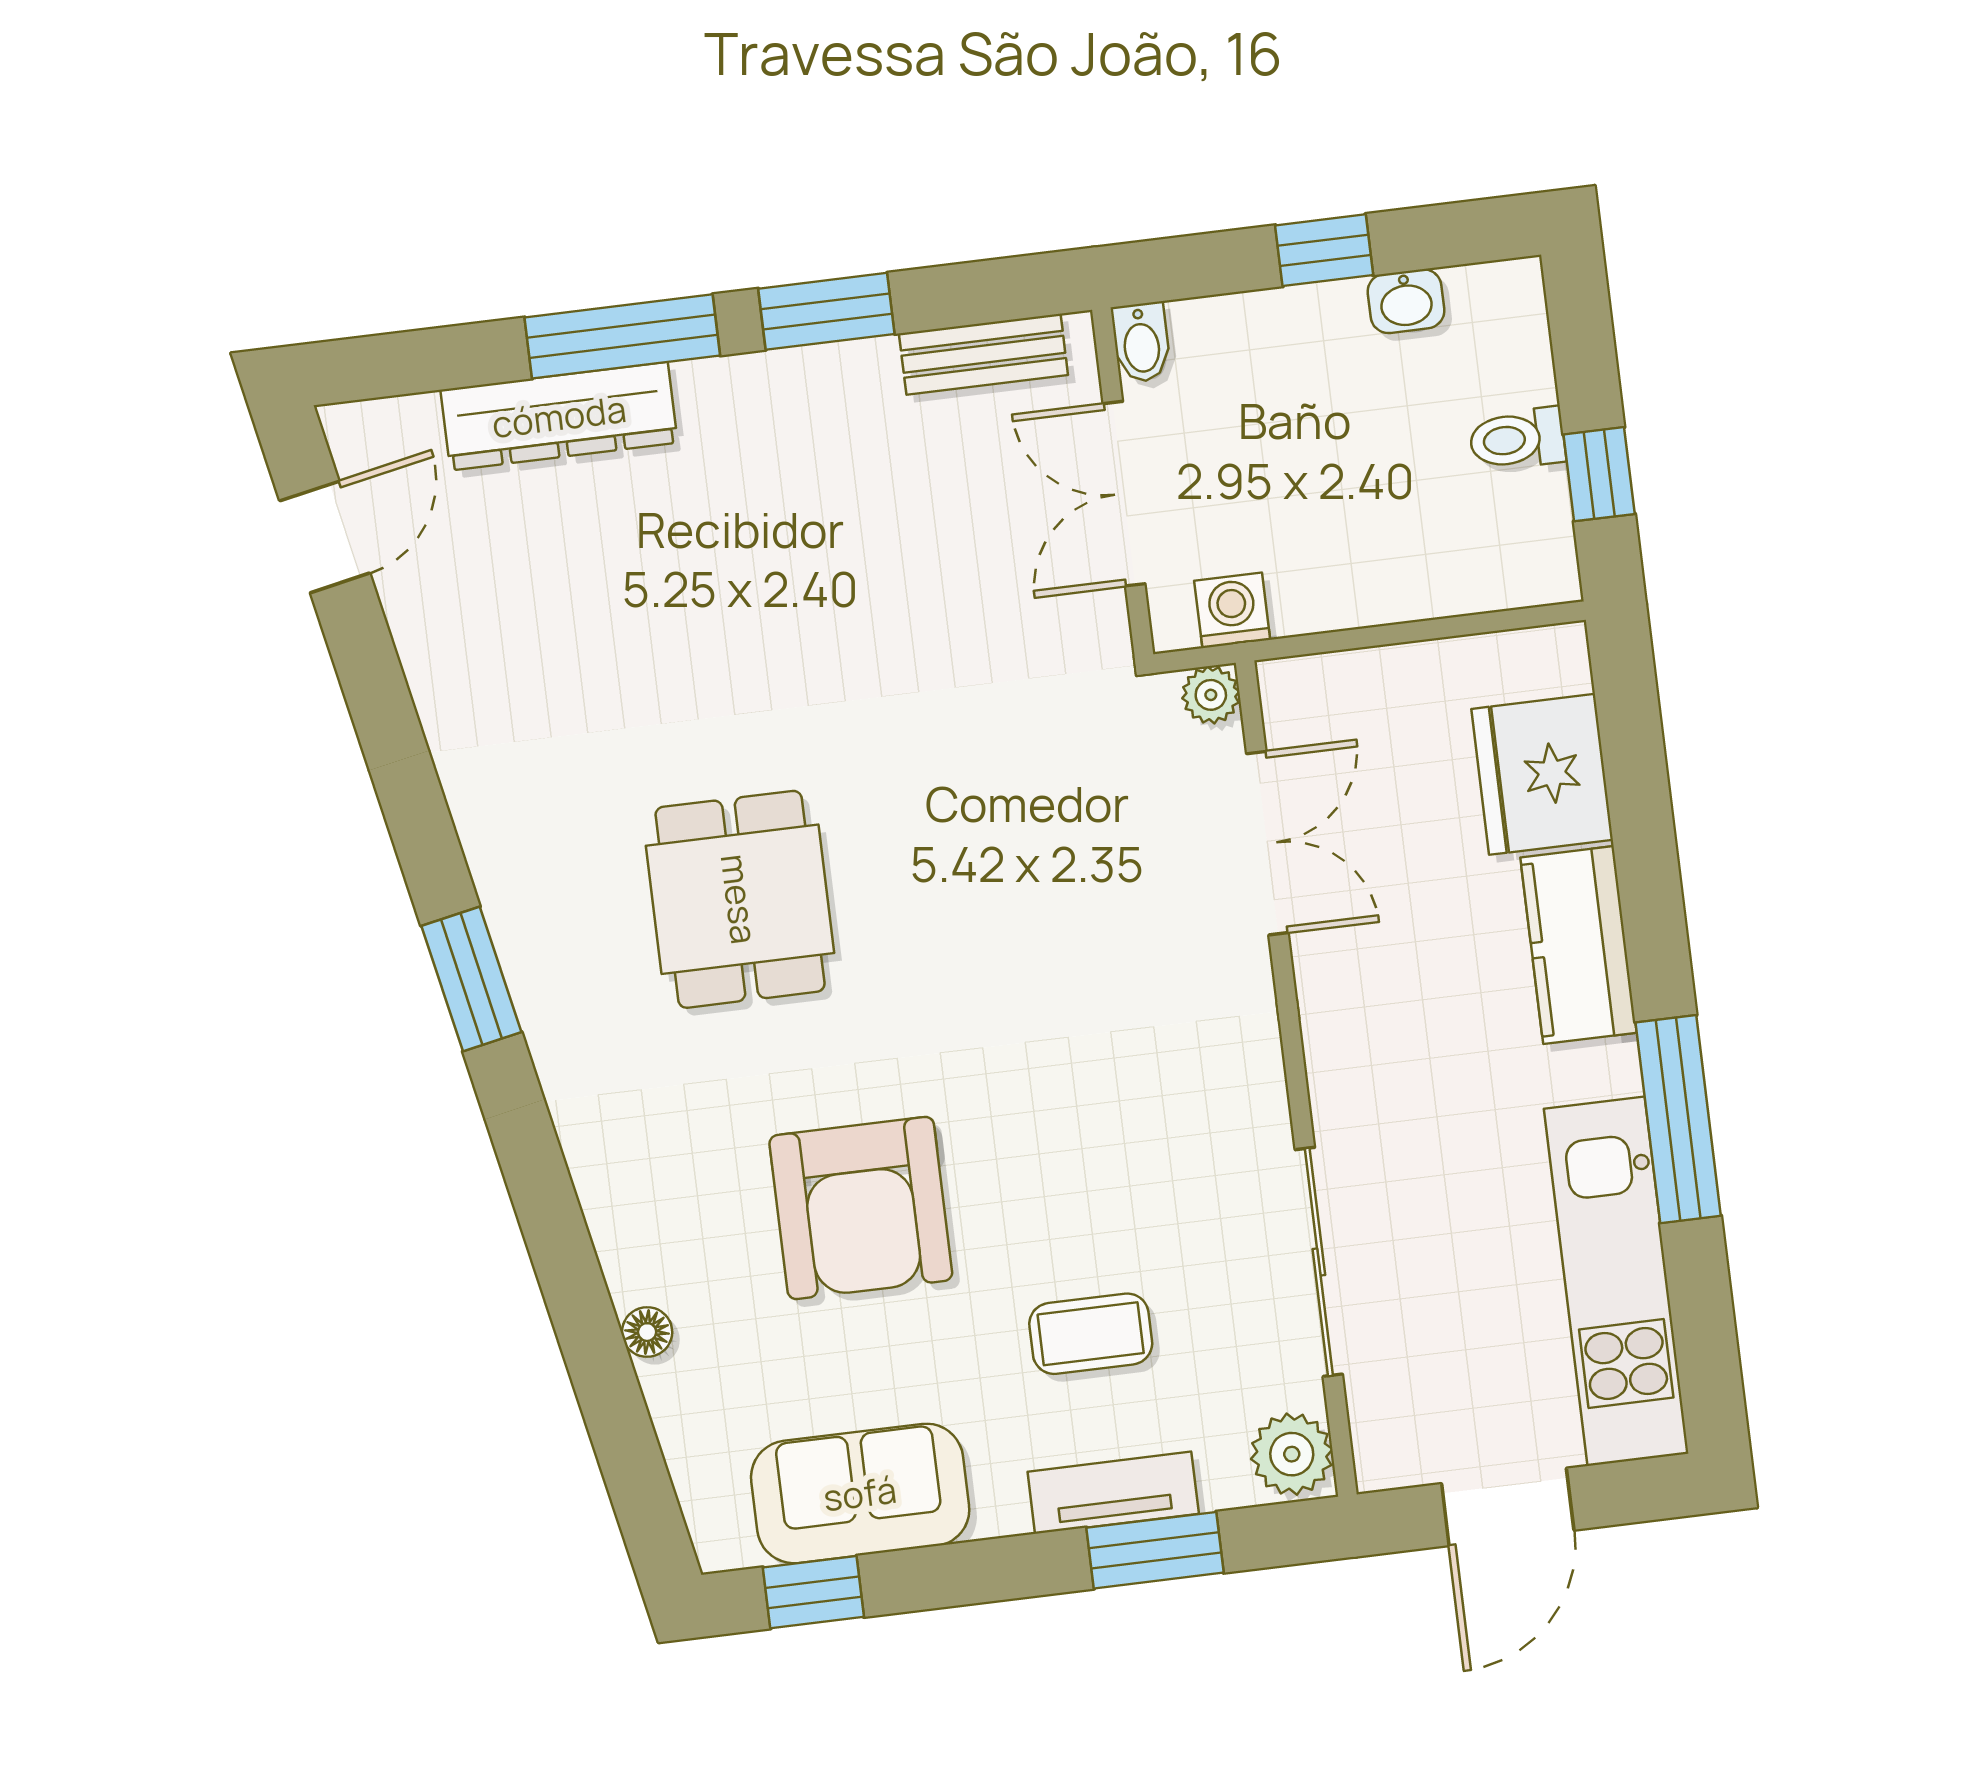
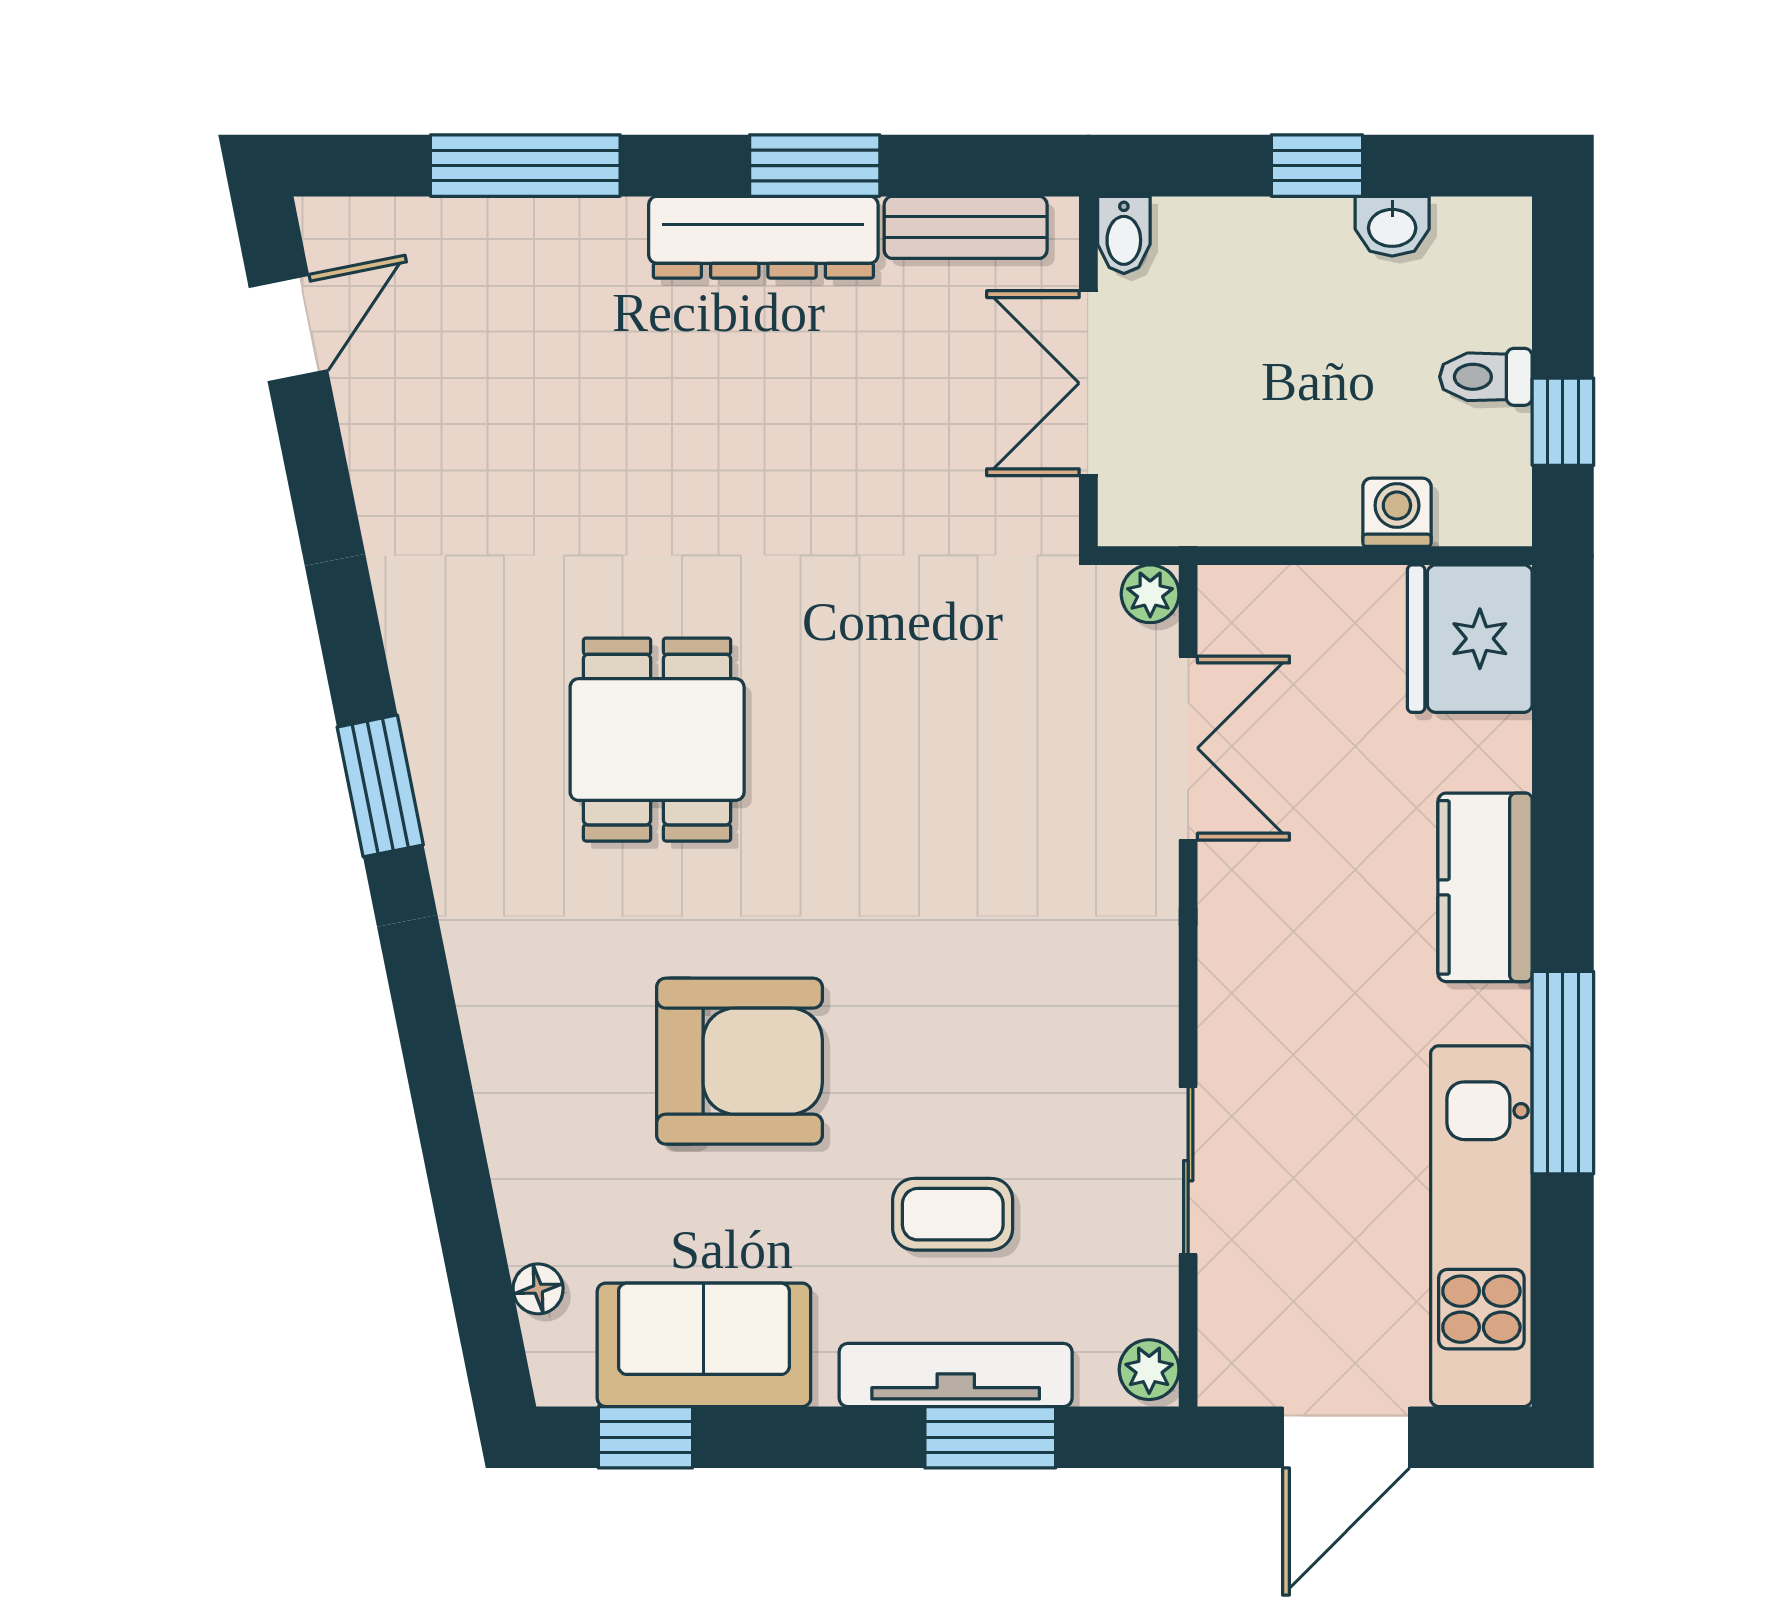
window: (622, 336) -> (525, 166), moved
dresser: (559, 416) -> (763, 237), moved
washing machine: (1232, 610) -> (1397, 512), moved
fridge: (1542, 774) -> (1470, 639), moved
armchair: (861, 1208) -> (740, 1061), turned -90
sliding door: (1319, 1262) -> (1188, 1171), width x0.73
floor lamp: (647, 1332) -> (538, 1289), moved
plant: (1292, 1454) -> (1149, 1370), width x0.73, depth x0.73
tv unit: (1113, 1493) -> (956, 1375), width x1.41

